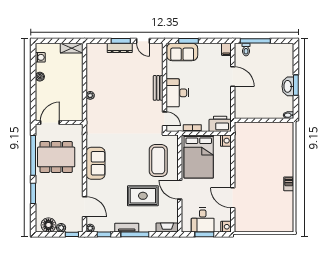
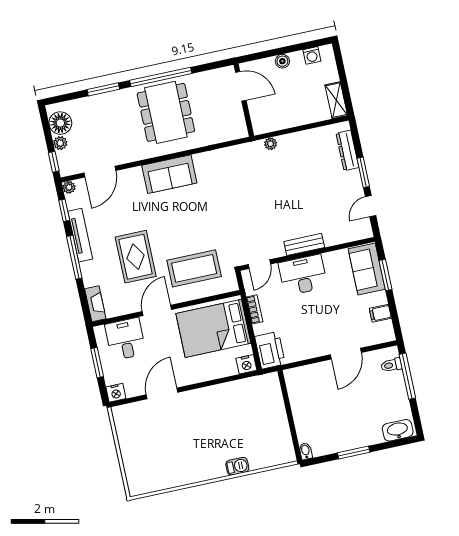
dresser: (120, 48) -> (347, 150), moved
filing cabinet: (226, 49) -> (380, 313), moved
washbasin: (288, 86) -> (398, 430), moved
door: (50, 122) -> (241, 86), moved
wall: (59, 122) -> (244, 100), moved
barbecue: (289, 184) -> (237, 466), moved
desk: (203, 220) -> (125, 339), moved, turned 90
tv unit: (127, 228) -> (80, 235), width x1.41

